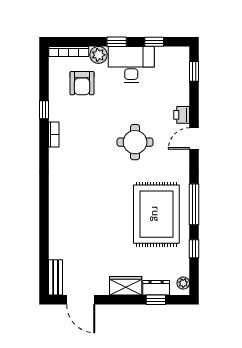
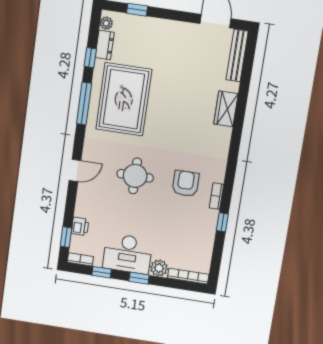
bookcase: (177, 51) -> (80, 259), added
armchair: (82, 83) -> (186, 184), moved
printer: (182, 115) -> (80, 226), moved
bench: (56, 277) -> (237, 56), width x1.36
wardrobe: (126, 286) -> (226, 109), moved, turned 90
dresser: (156, 288) -> (105, 45), moved, turned -90

